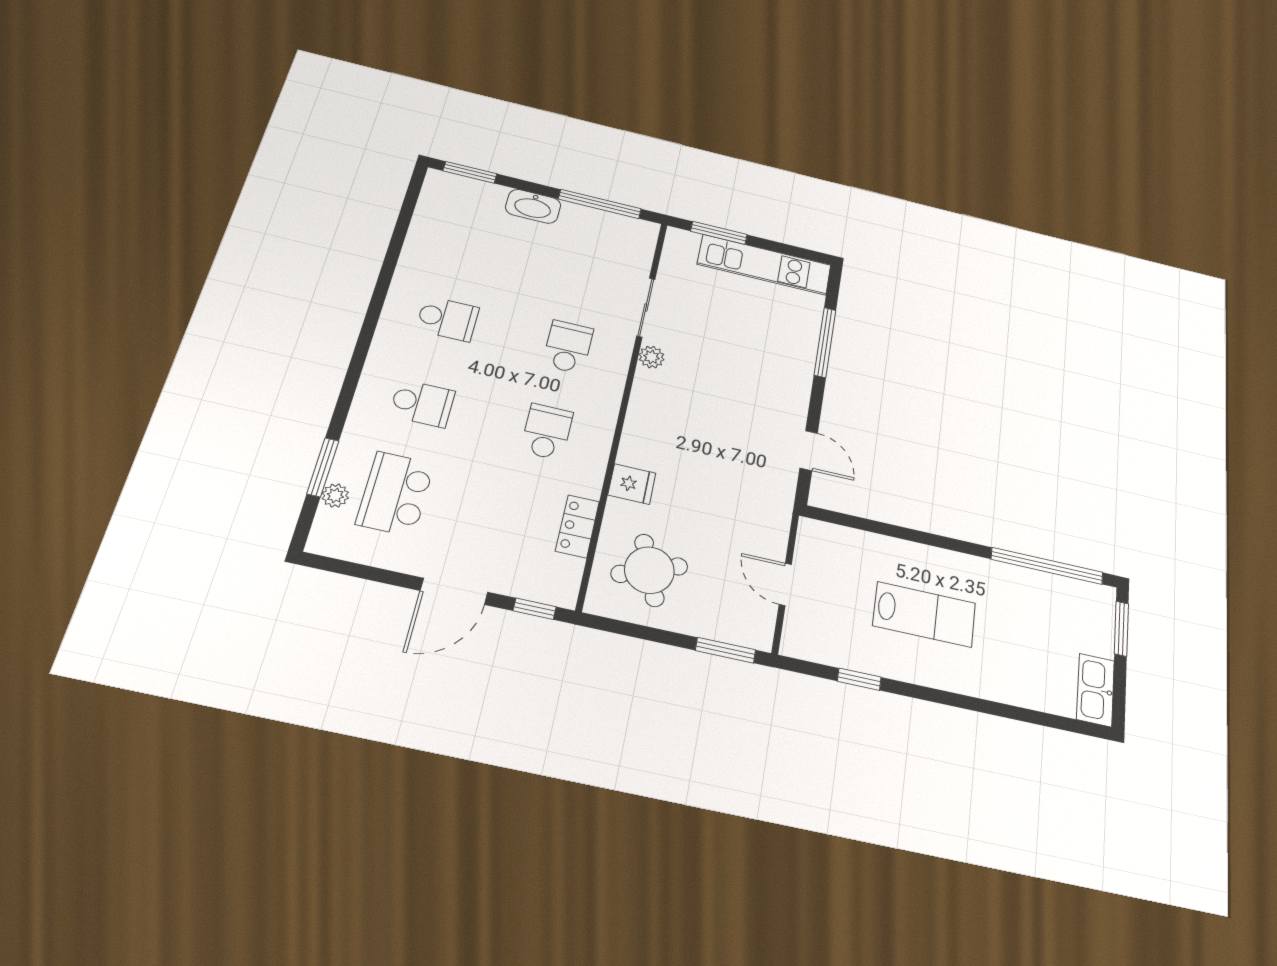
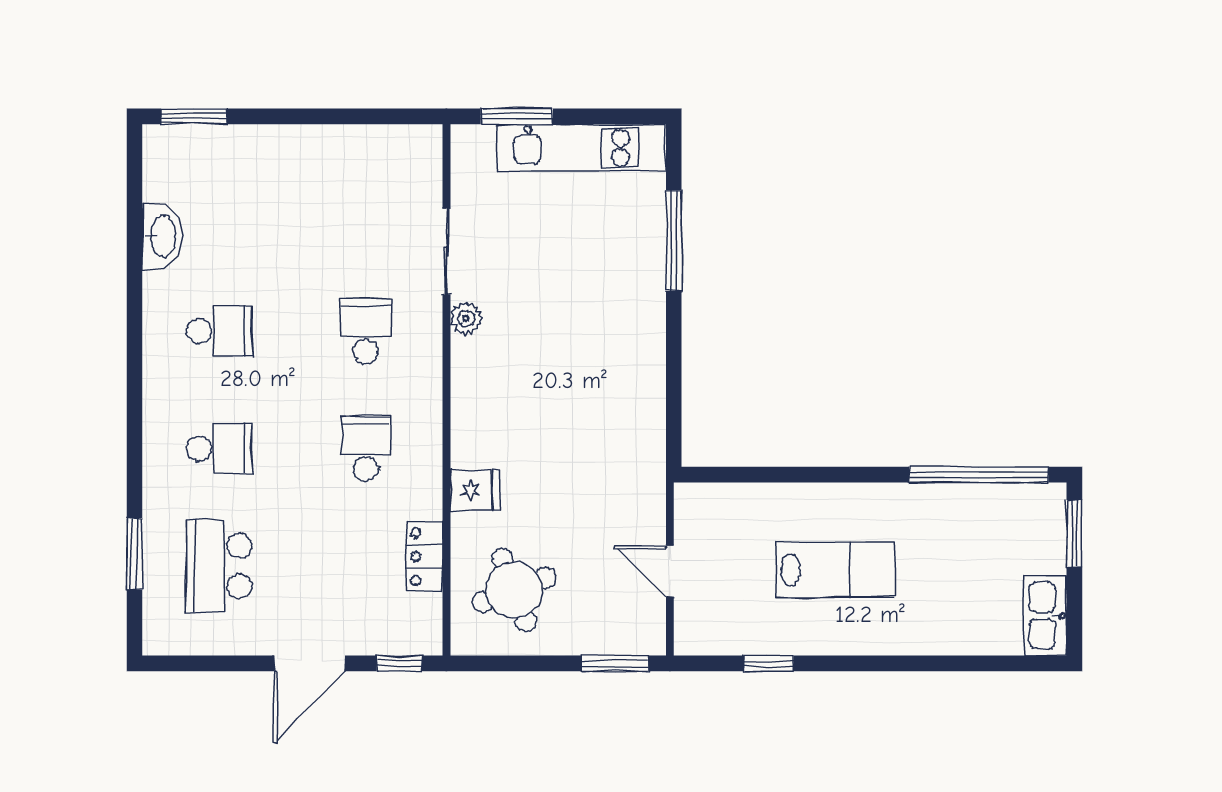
window: (600, 204) -> (361, 116), removed
washbasin: (533, 206) -> (162, 236), moved, turned -90
door: (809, 451) -> (674, 395), removed
plant: (335, 496) -> (157, 584), removed

